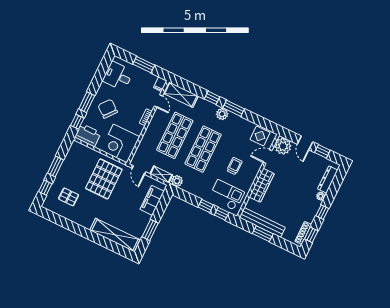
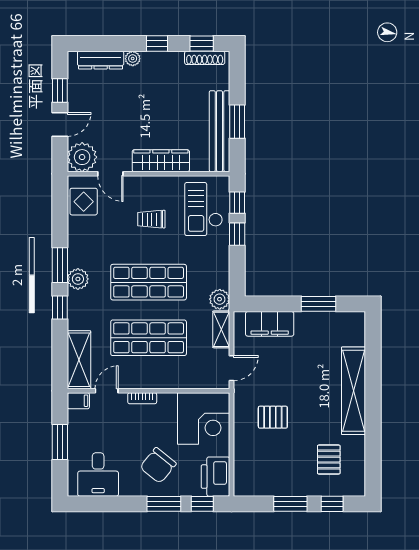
pallet: (104, 179) -> (273, 417), width x0.49, depth x0.50
shelving: (115, 235) -> (354, 391), moved

